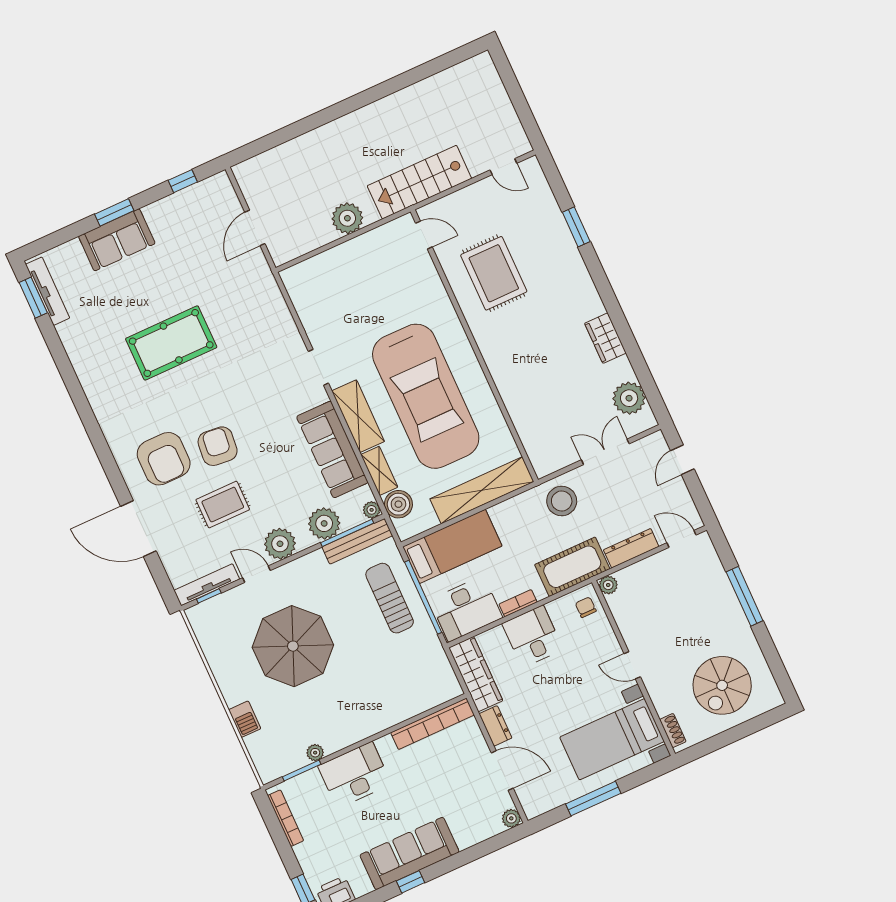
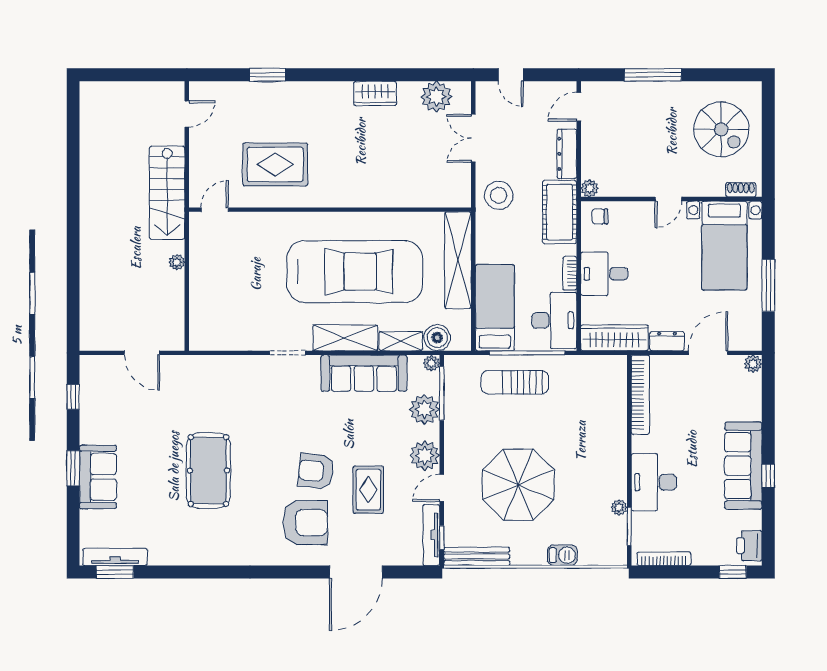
plant: (347, 218) -> (177, 262), width x0.53, depth x0.53
bench: (357, 541) -> (477, 556), moved, turned 90

